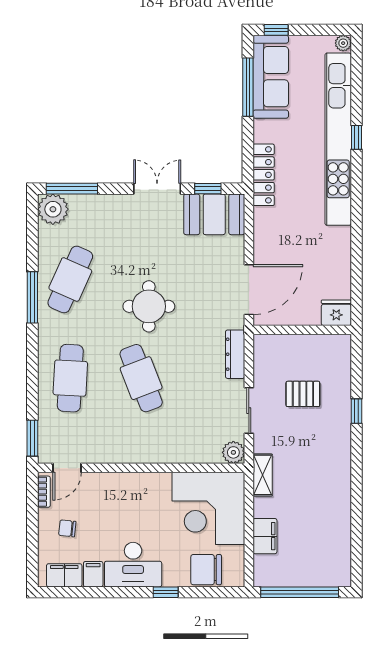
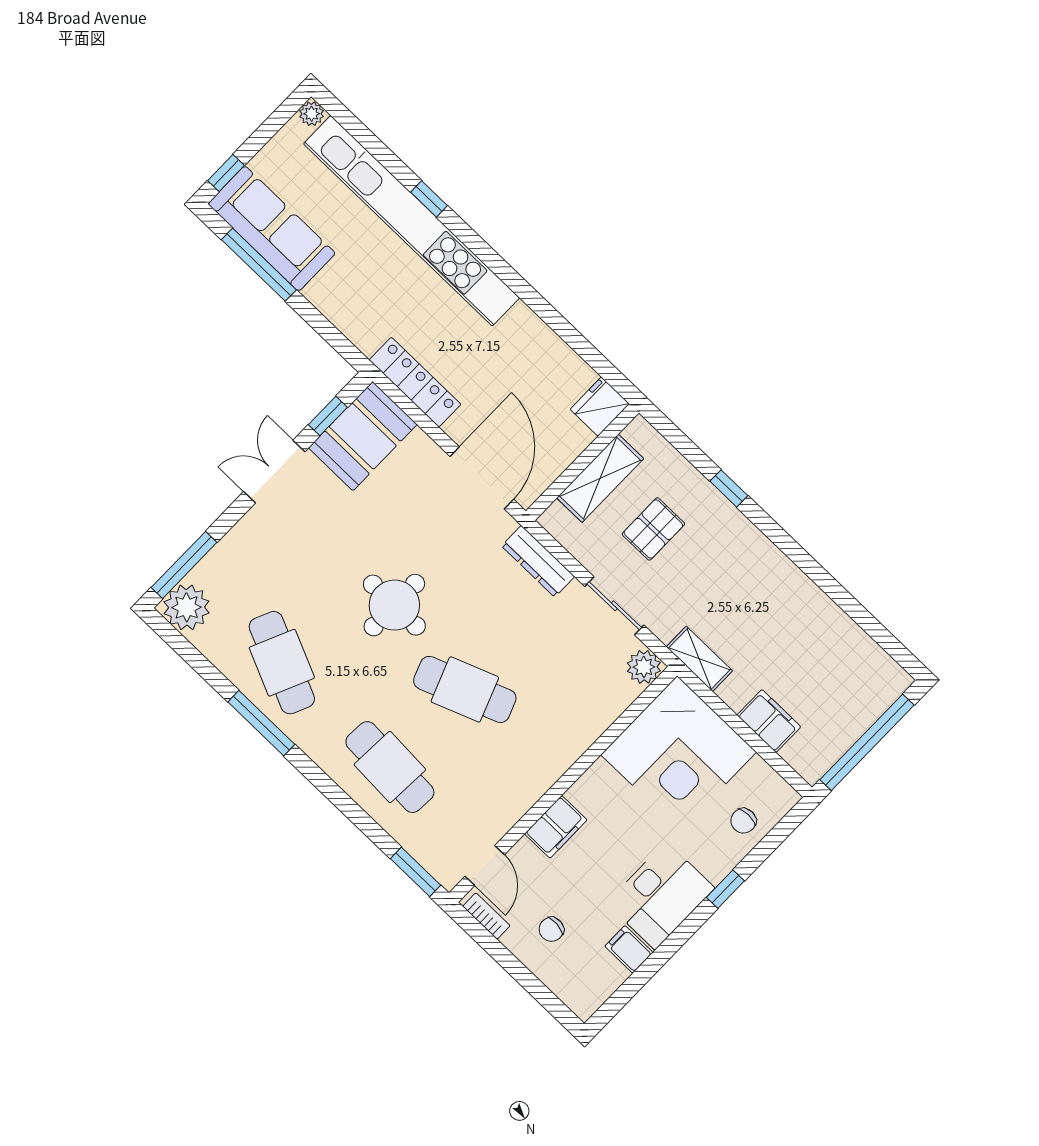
locker: (264, 175) -> (415, 382), moved
shelving: (303, 346) -> (600, 478), added
chair: (206, 570) -> (743, 821), width x0.54, depth x0.54
filing cabinet: (64, 575) -> (556, 827), moved, turned 180

